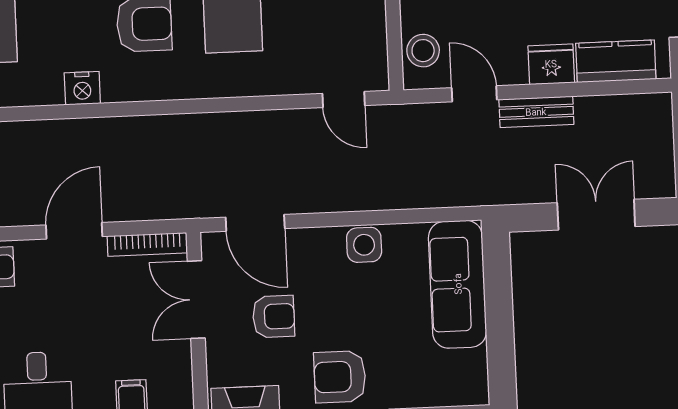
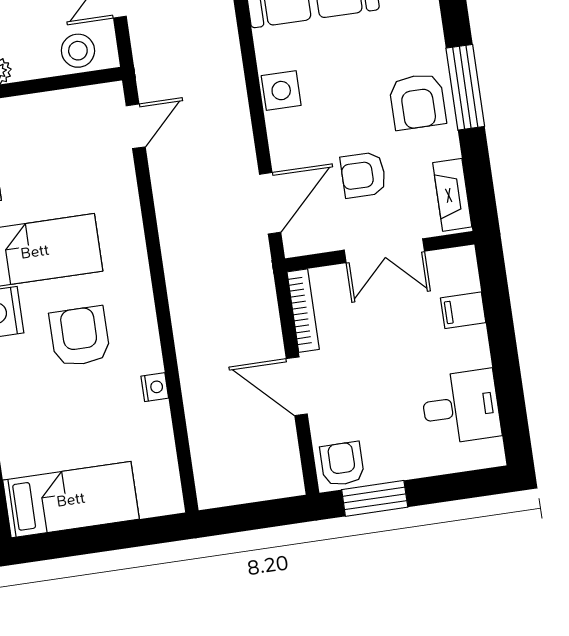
nightstand: (82, 88) -> (155, 387), width x0.72, depth x0.74
double door: (196, 300) -> (384, 251), moved
armchair: (274, 317) -> (363, 175), turned -90

